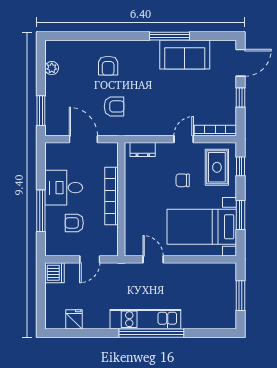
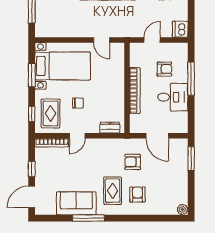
plant: (52, 68) -> (182, 209), moved
rug: (139, 70) -> (113, 191), added

